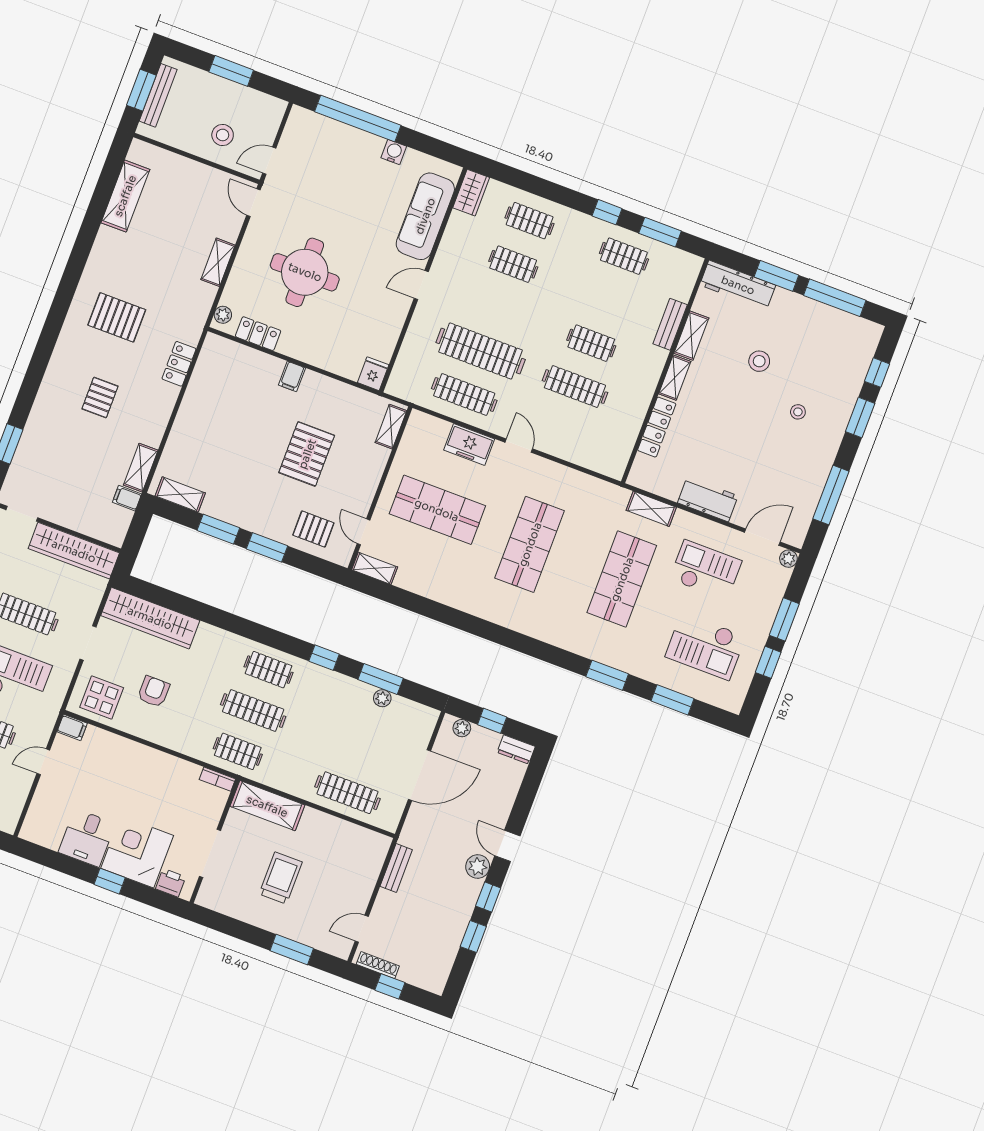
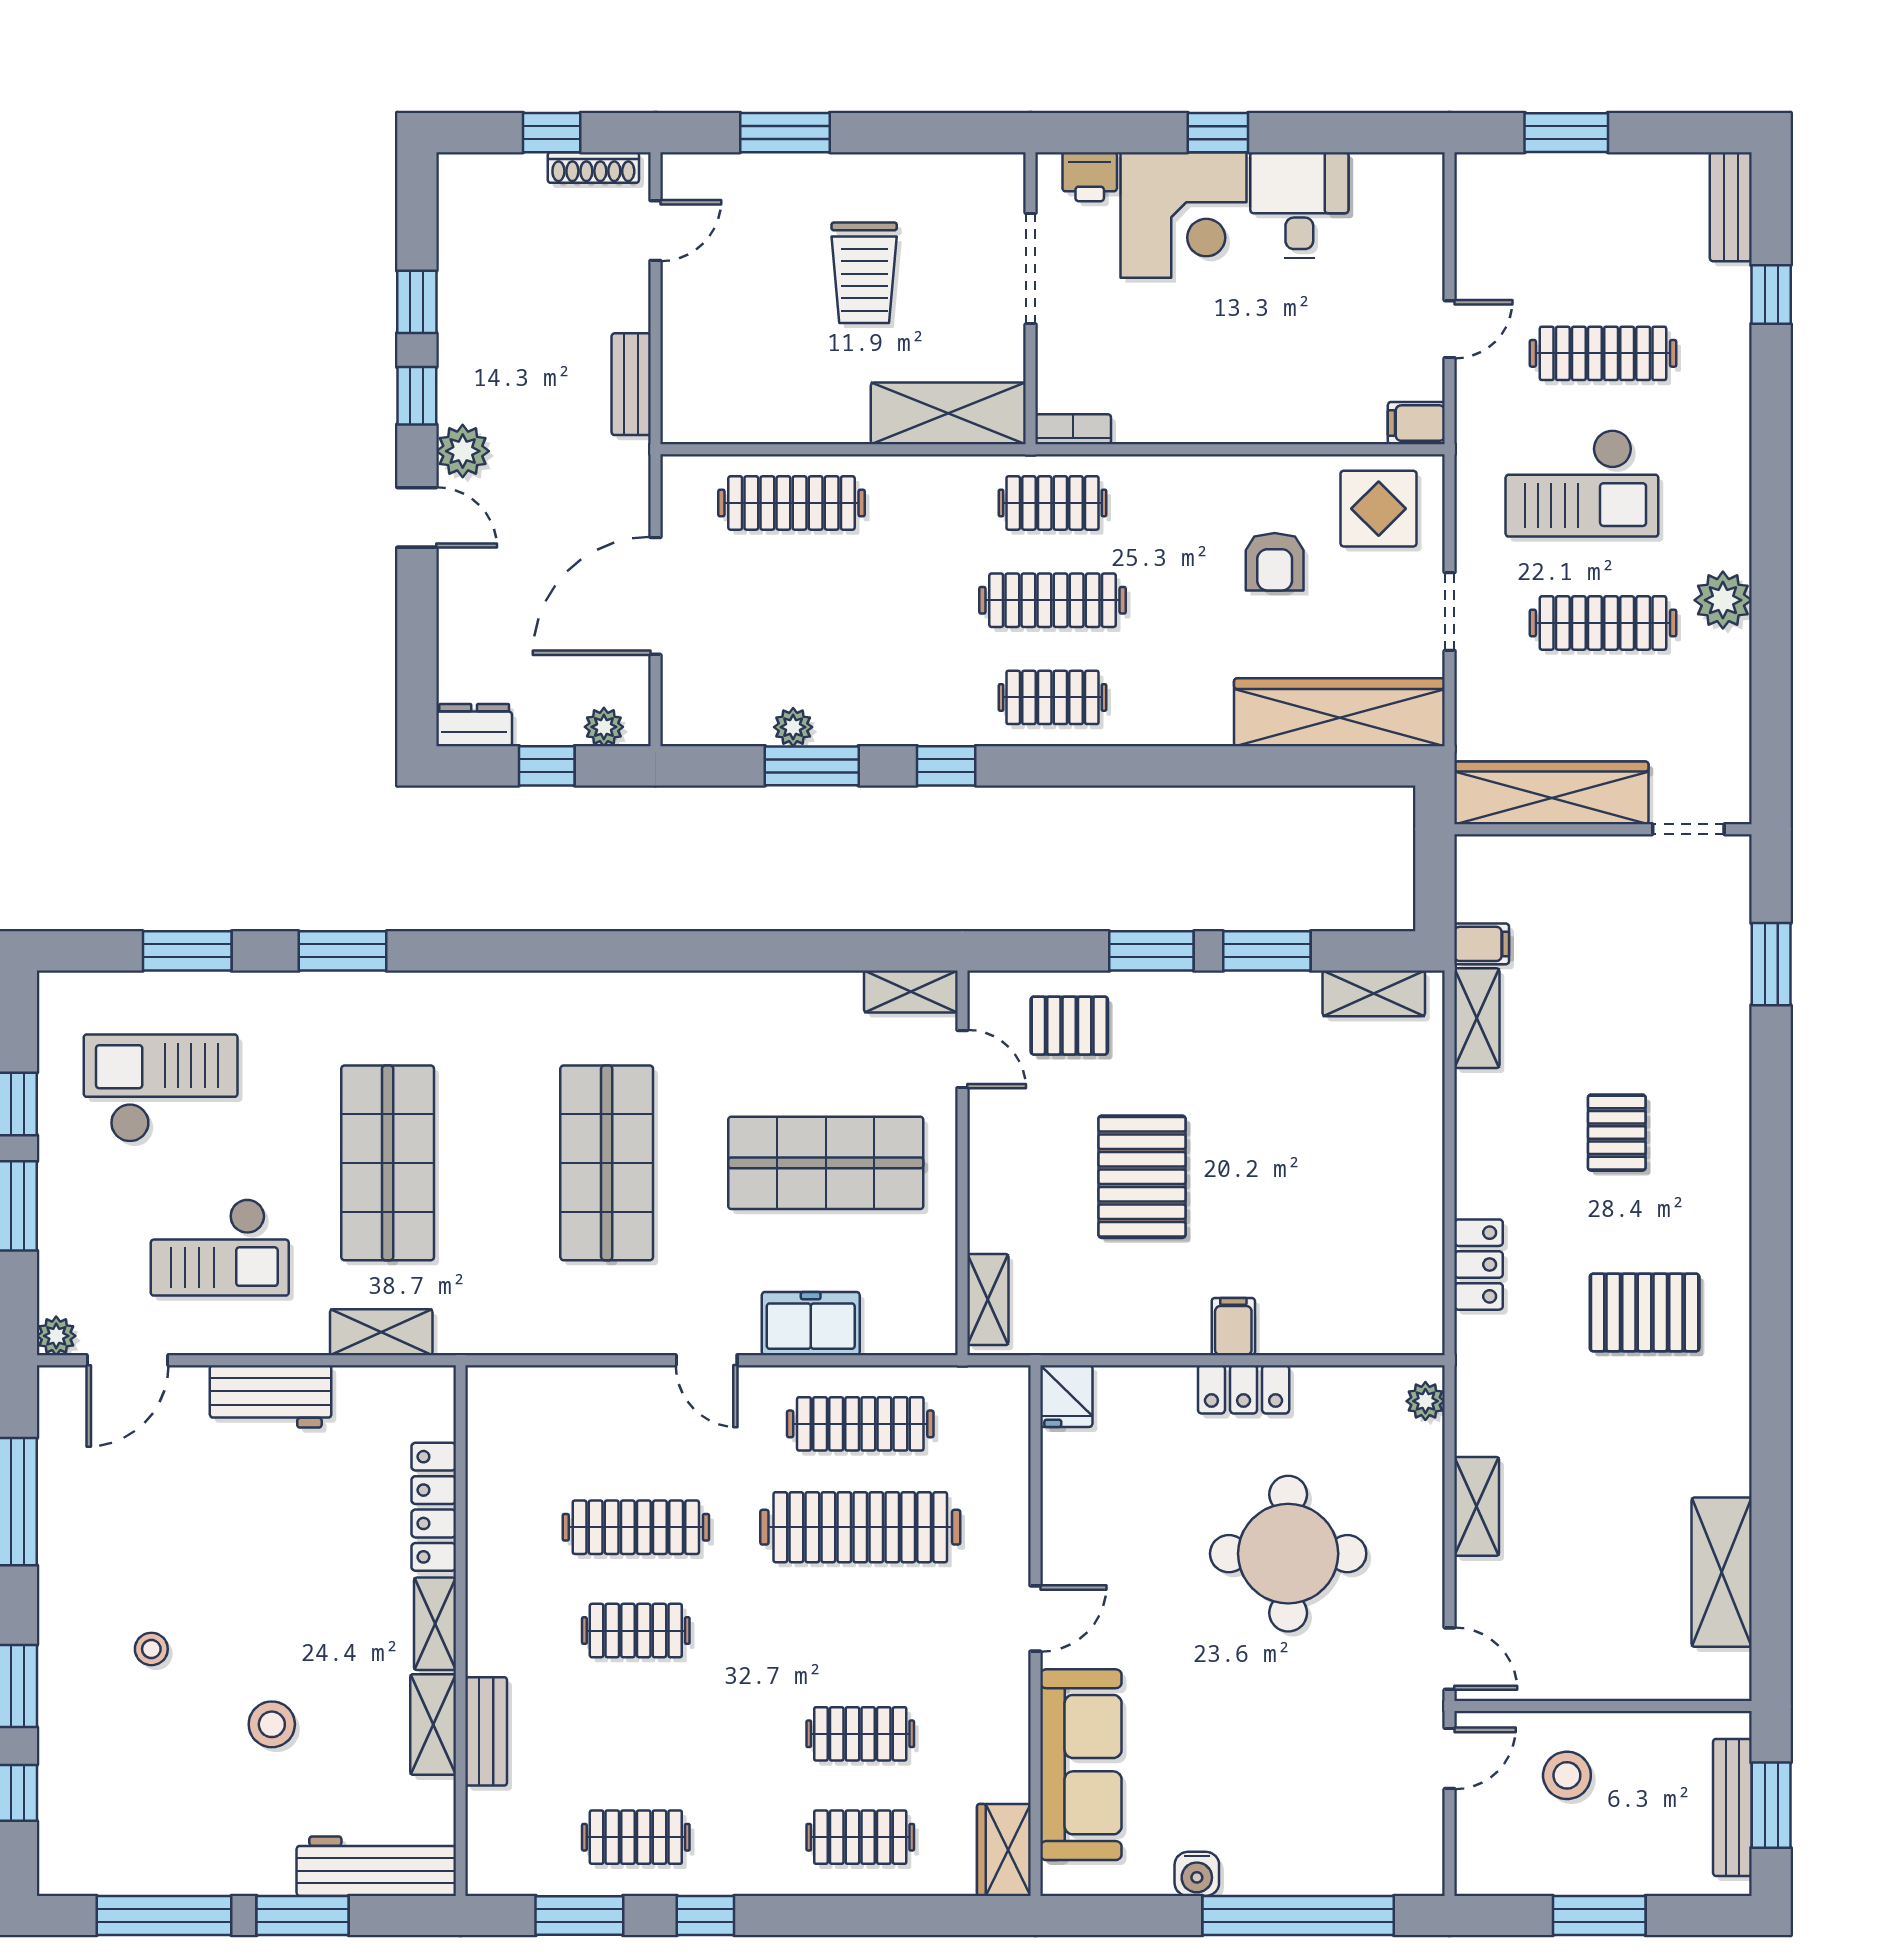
locker: (258, 334) -> (1244, 1389), moved

